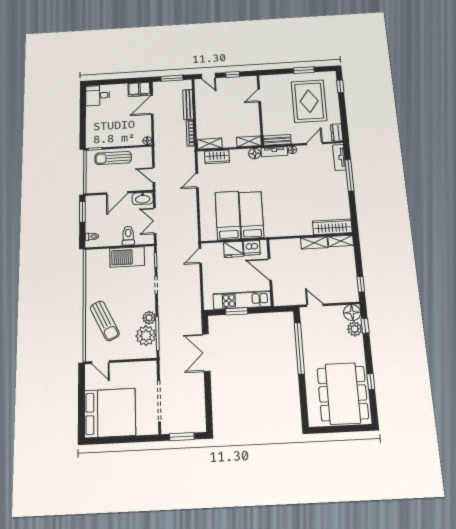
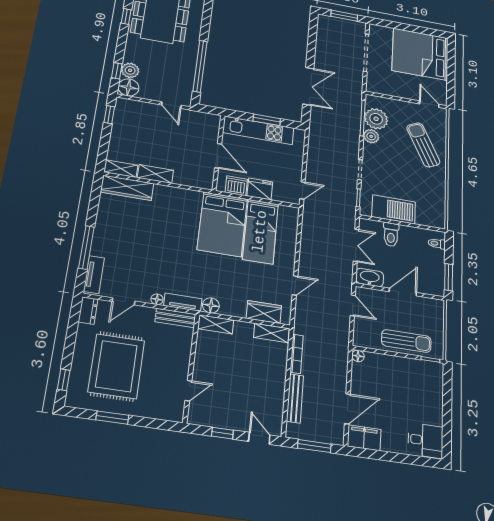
bed: (251, 215) -> (222, 224), width x1.50

